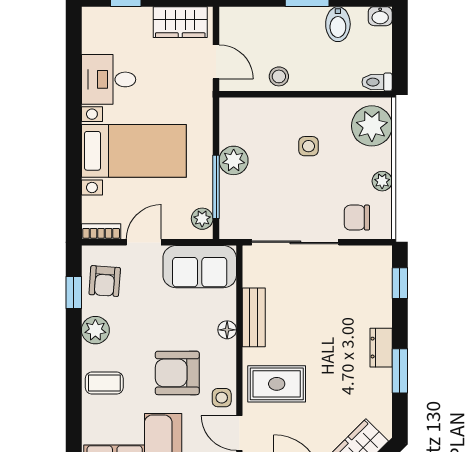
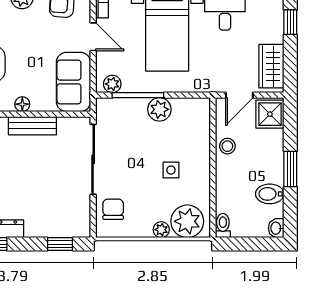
shower: (239, 24) -> (270, 114), added
plant: (382, 181) -> (161, 230), moved

